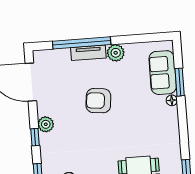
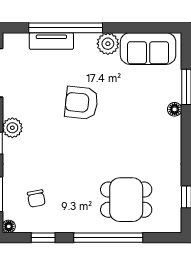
tv unit: (88, 53) -> (51, 41), moved
sofa: (163, 73) -> (148, 49), moved, turned -90

